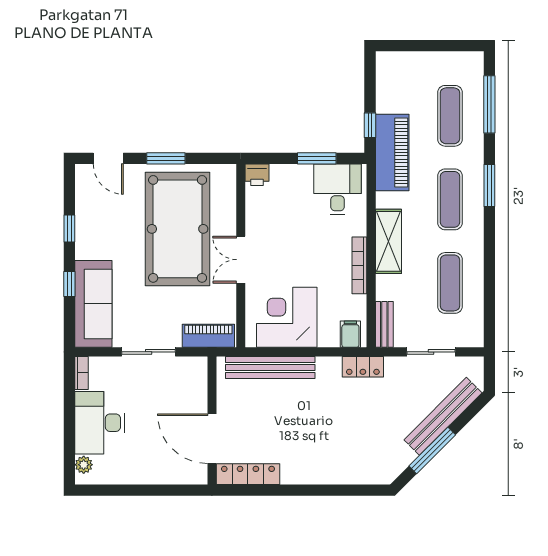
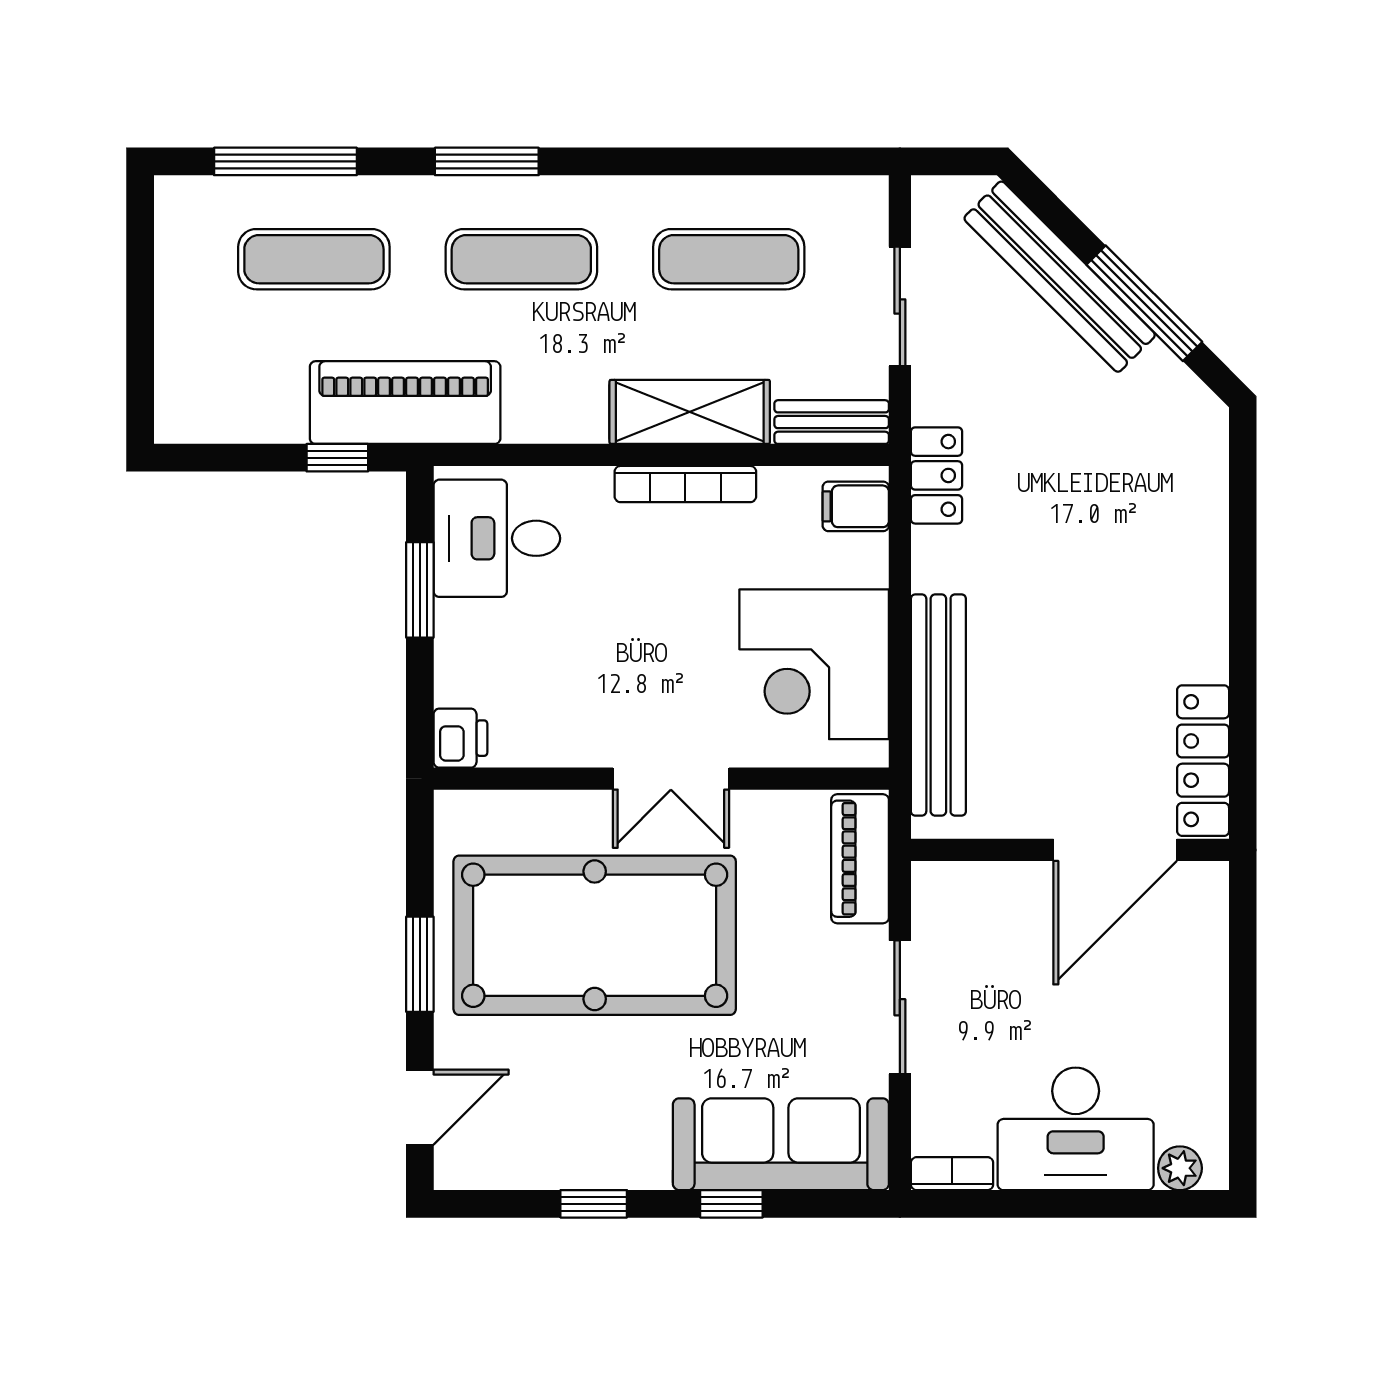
shelving: (388, 241) -> (690, 412), moved

